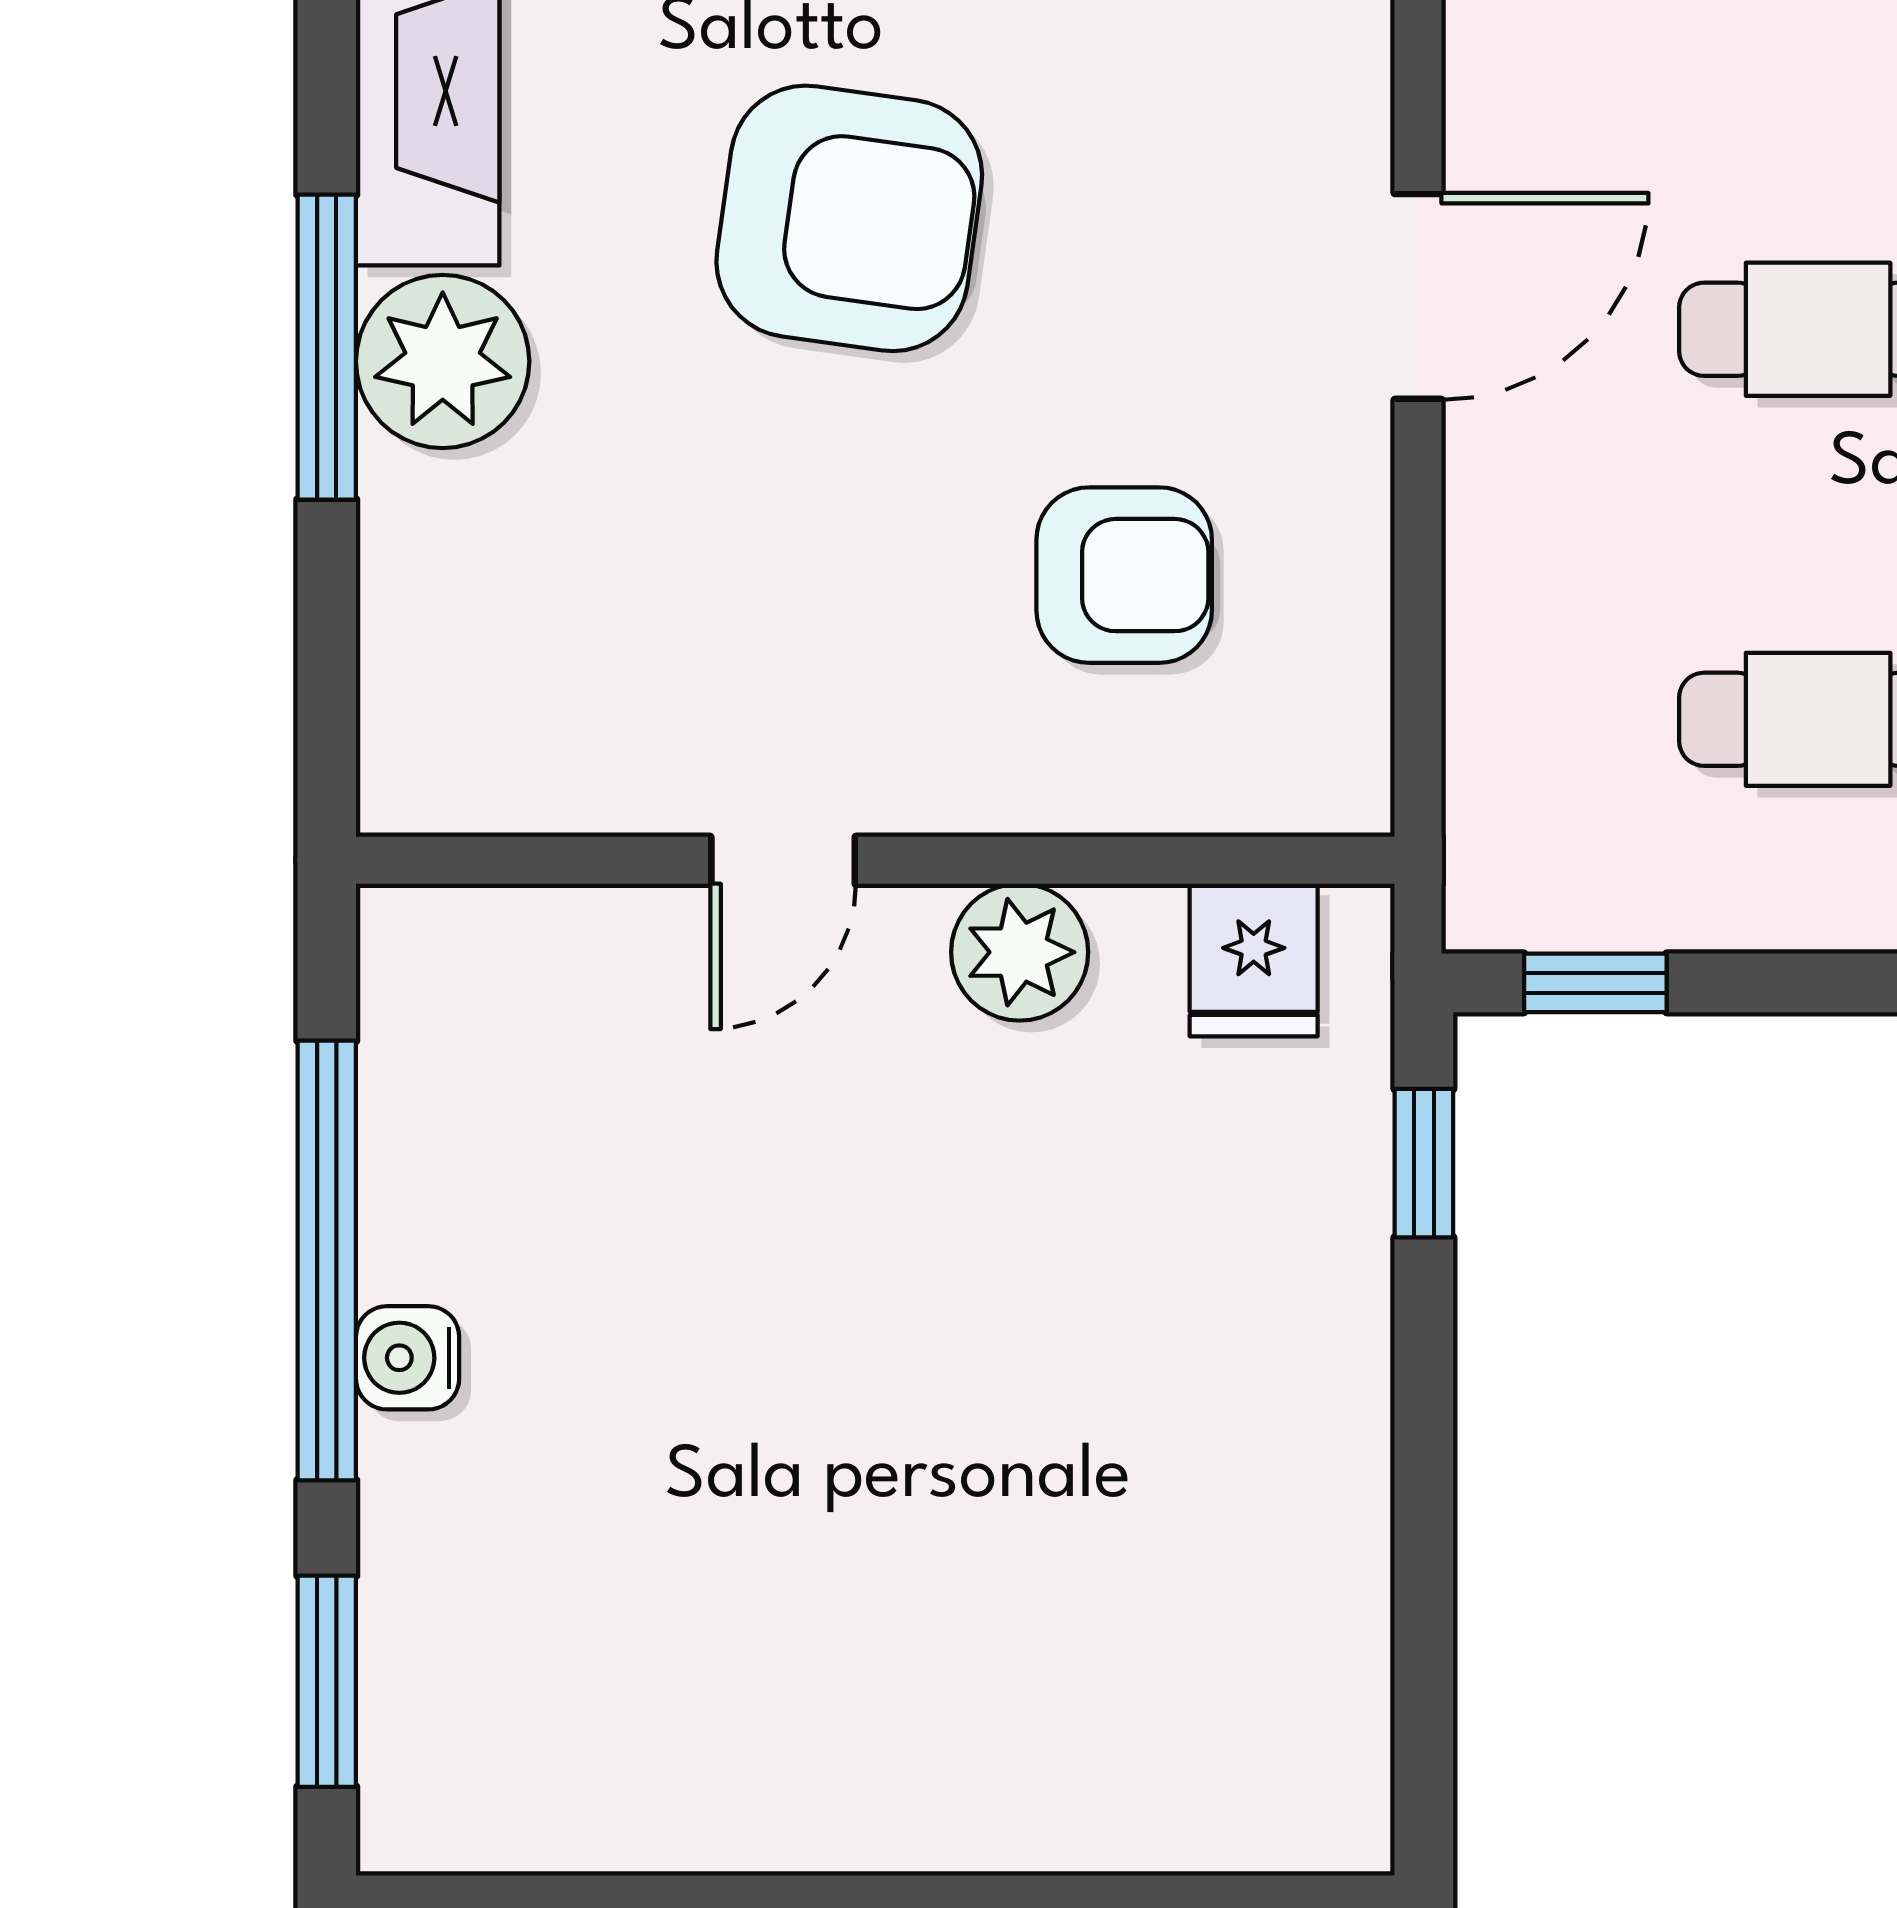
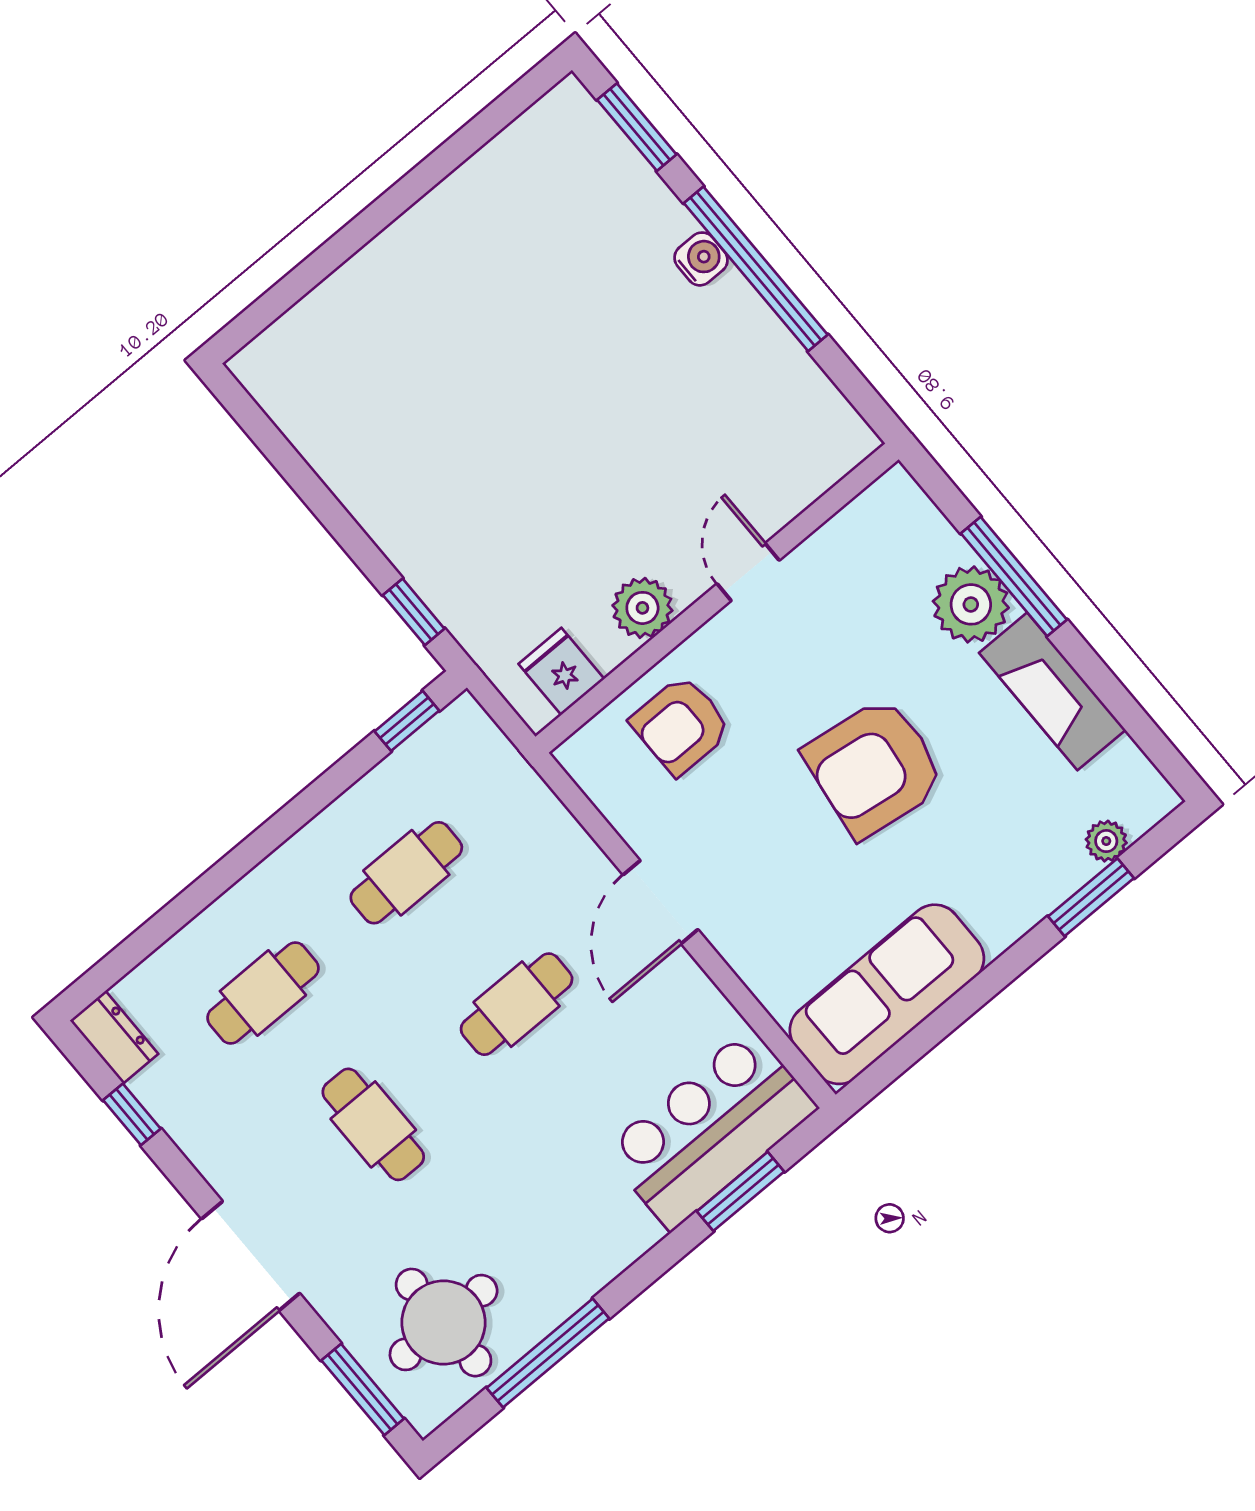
door: (783, 860) -> (748, 572), moved
wall: (875, 860) -> (717, 598), moved
plant: (1020, 952) -> (642, 608), moved
fridge: (1254, 960) -> (561, 671), moved

